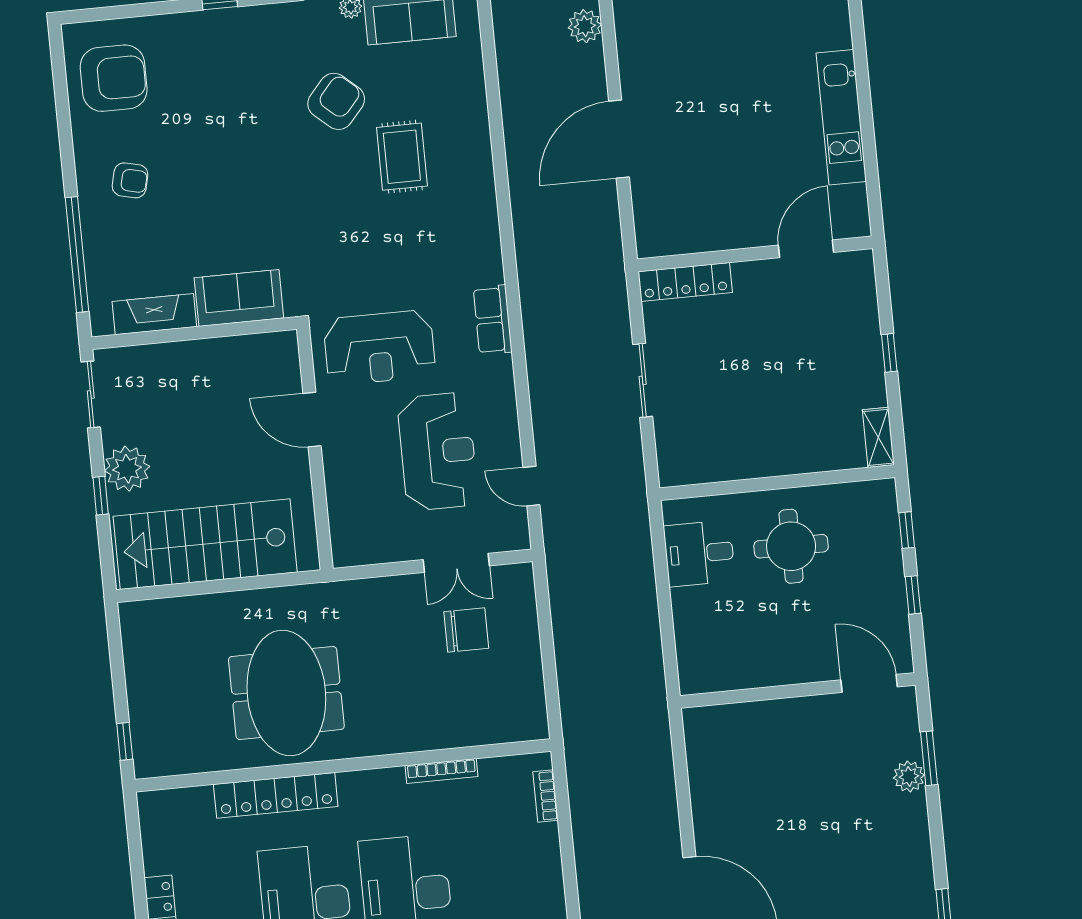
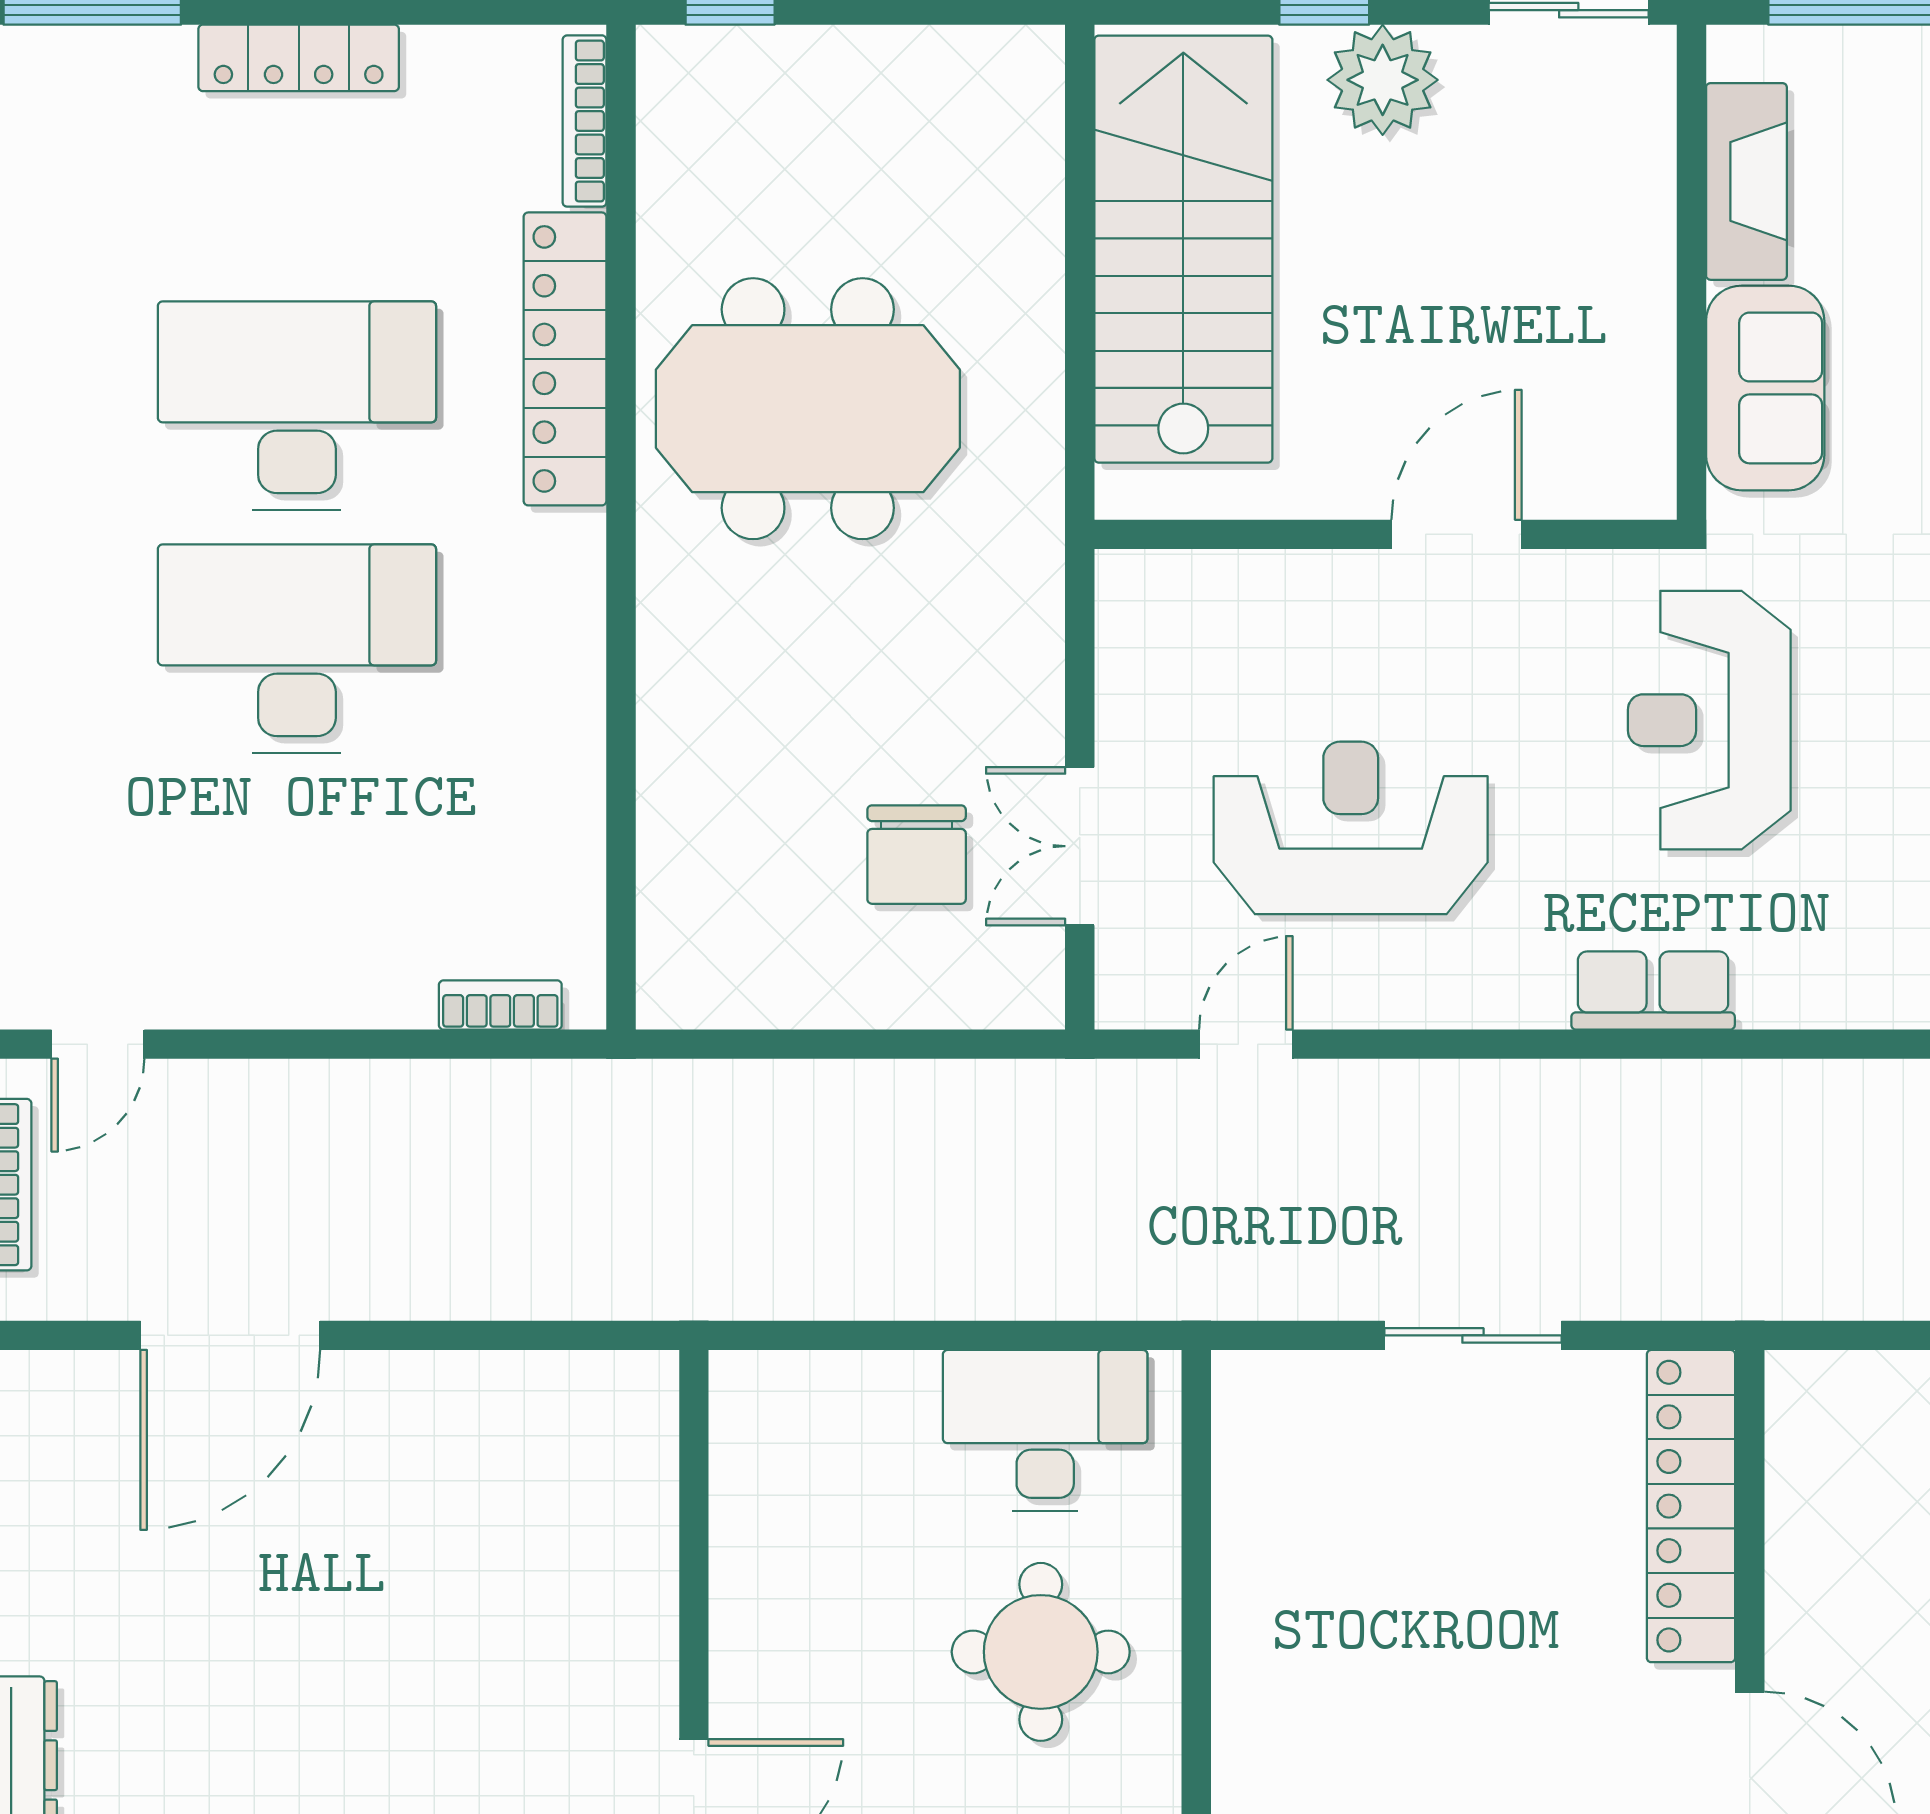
locker: (685, 282) -> (1691, 1506), width x1.41, depth x1.21
reception desk: (379, 348) -> (1709, 720), moved
reception desk: (438, 452) -> (1351, 828), turned 180
desk: (699, 553) -> (1045, 1430), width x1.37
bookcase: (442, 771) -> (585, 121), moved

